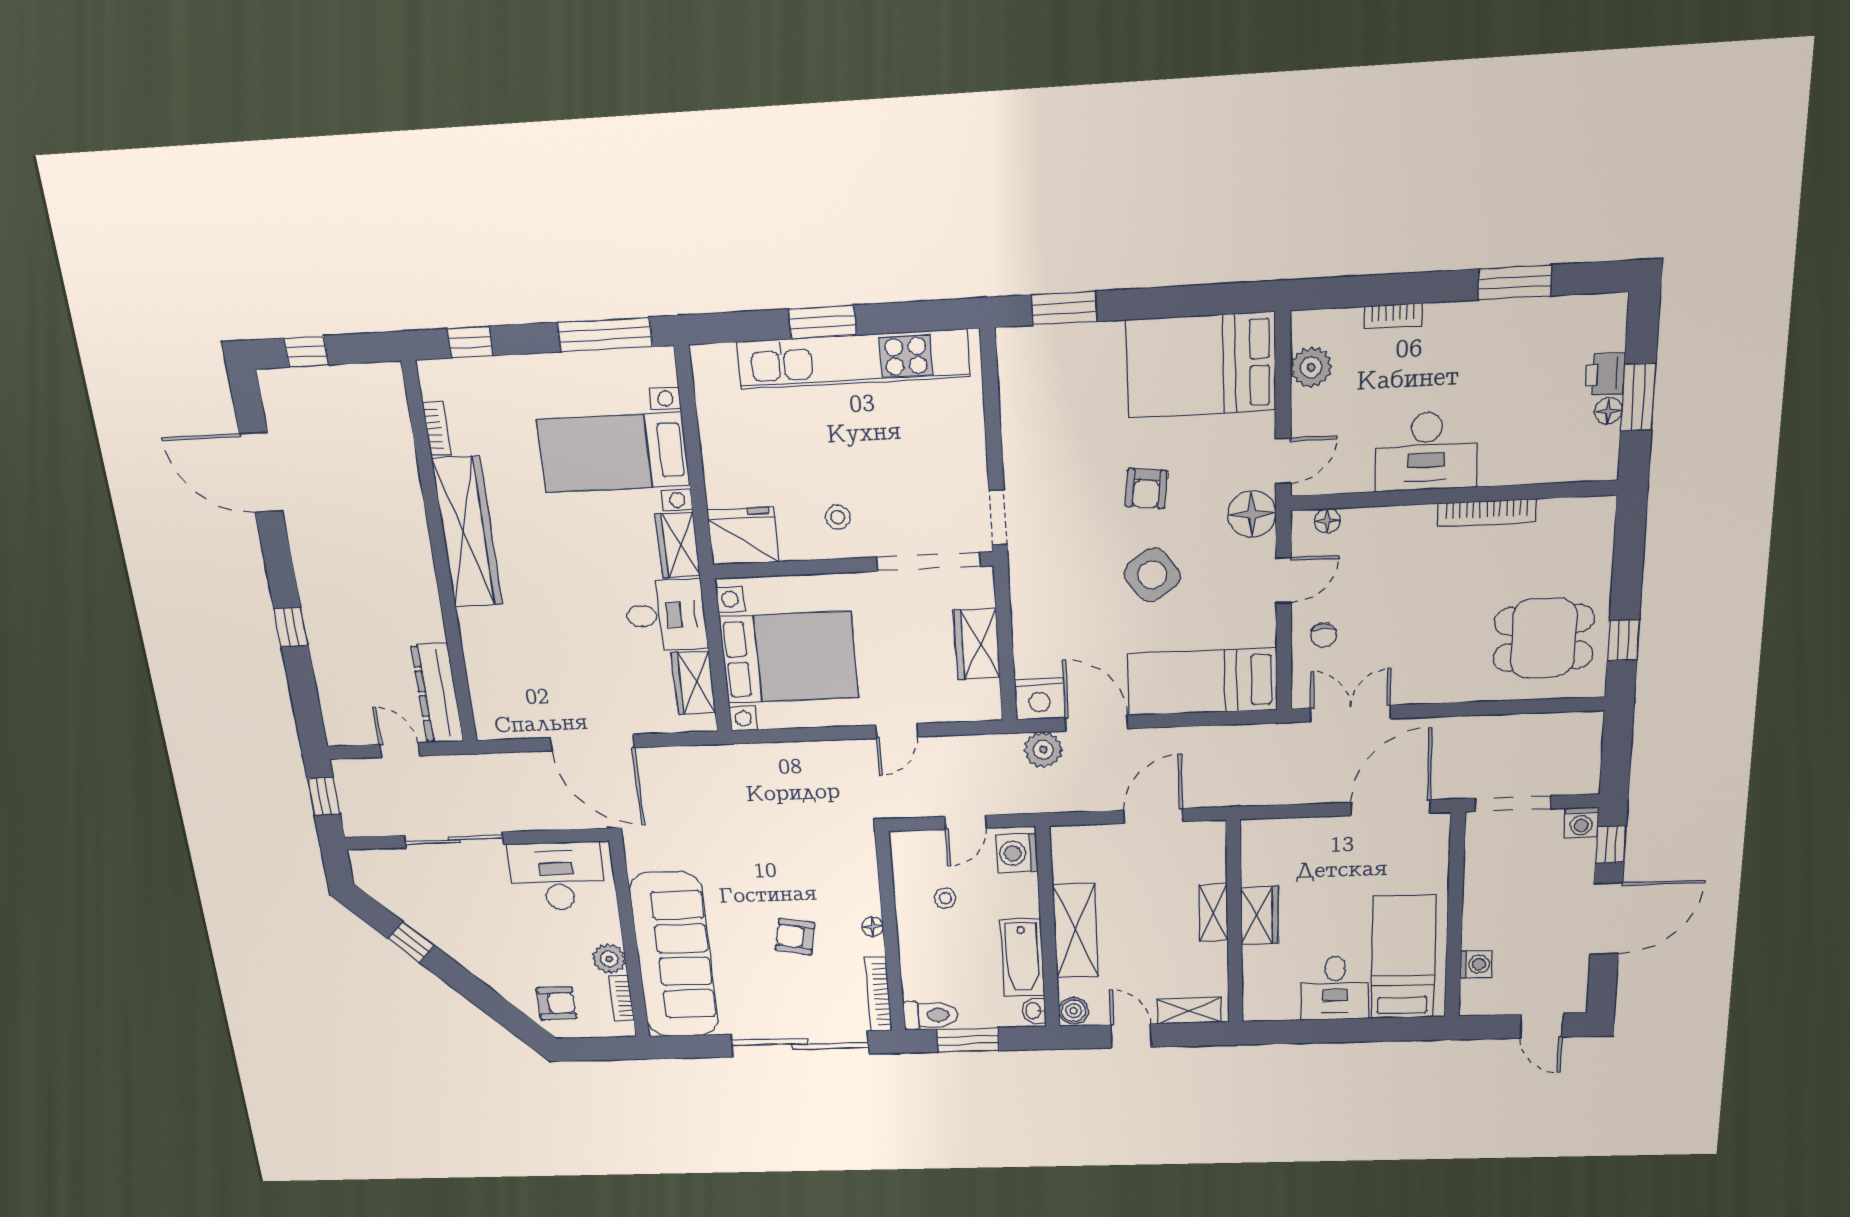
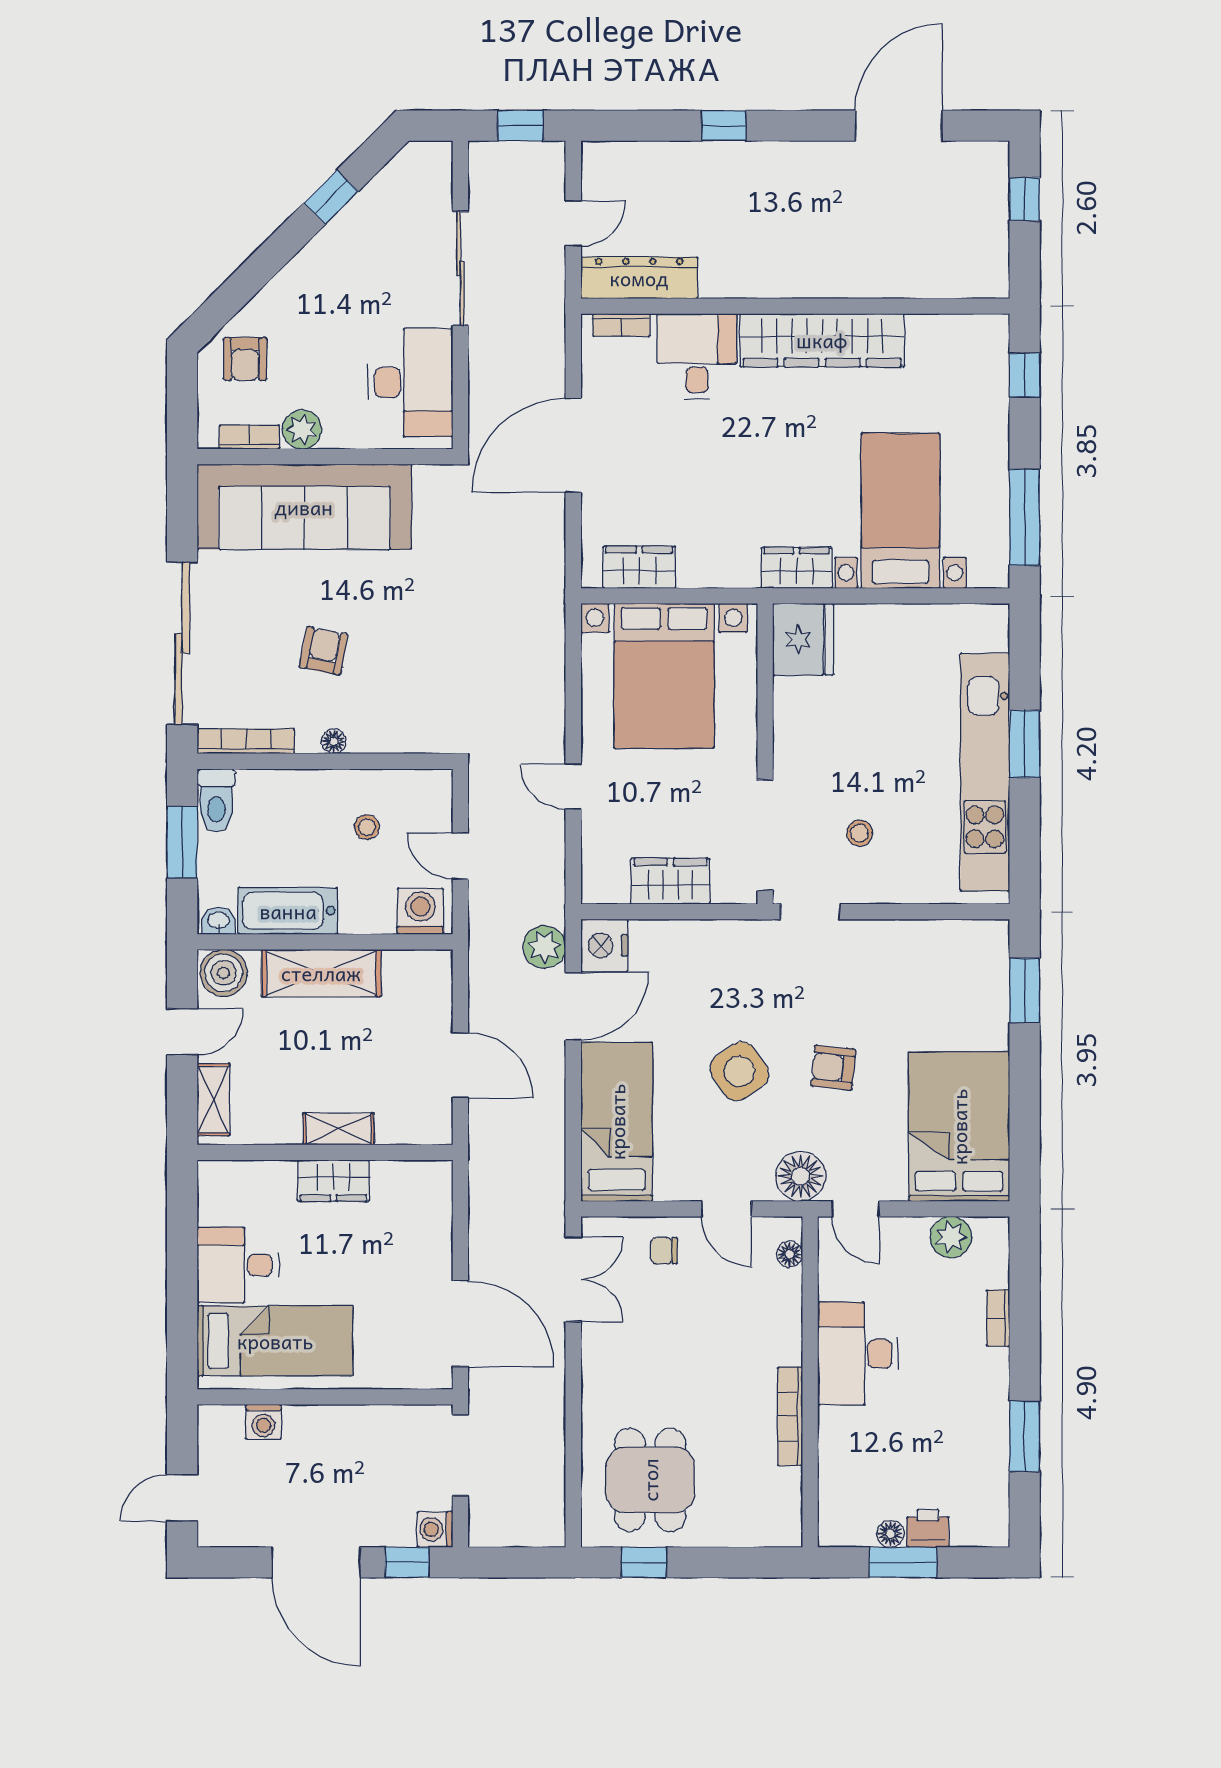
bookcase: (437, 429) -> (621, 325), moved
stool: (838, 517) -> (860, 833), moved
desk: (666, 615) -> (697, 357), moved, turned 180
boiler: (1074, 1011) -> (224, 973), width x1.36, depth x1.36

